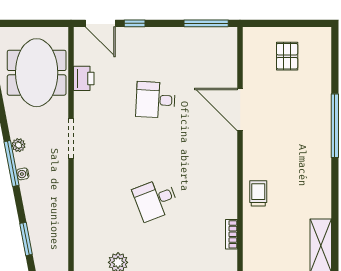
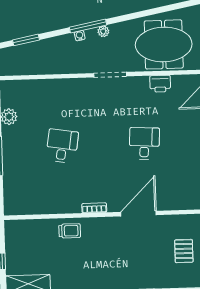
pallet: (287, 56) -> (184, 251), turned 90
desk: (156, 199) -> (62, 146), turned 30
bookcase: (231, 234) -> (94, 208), moved

